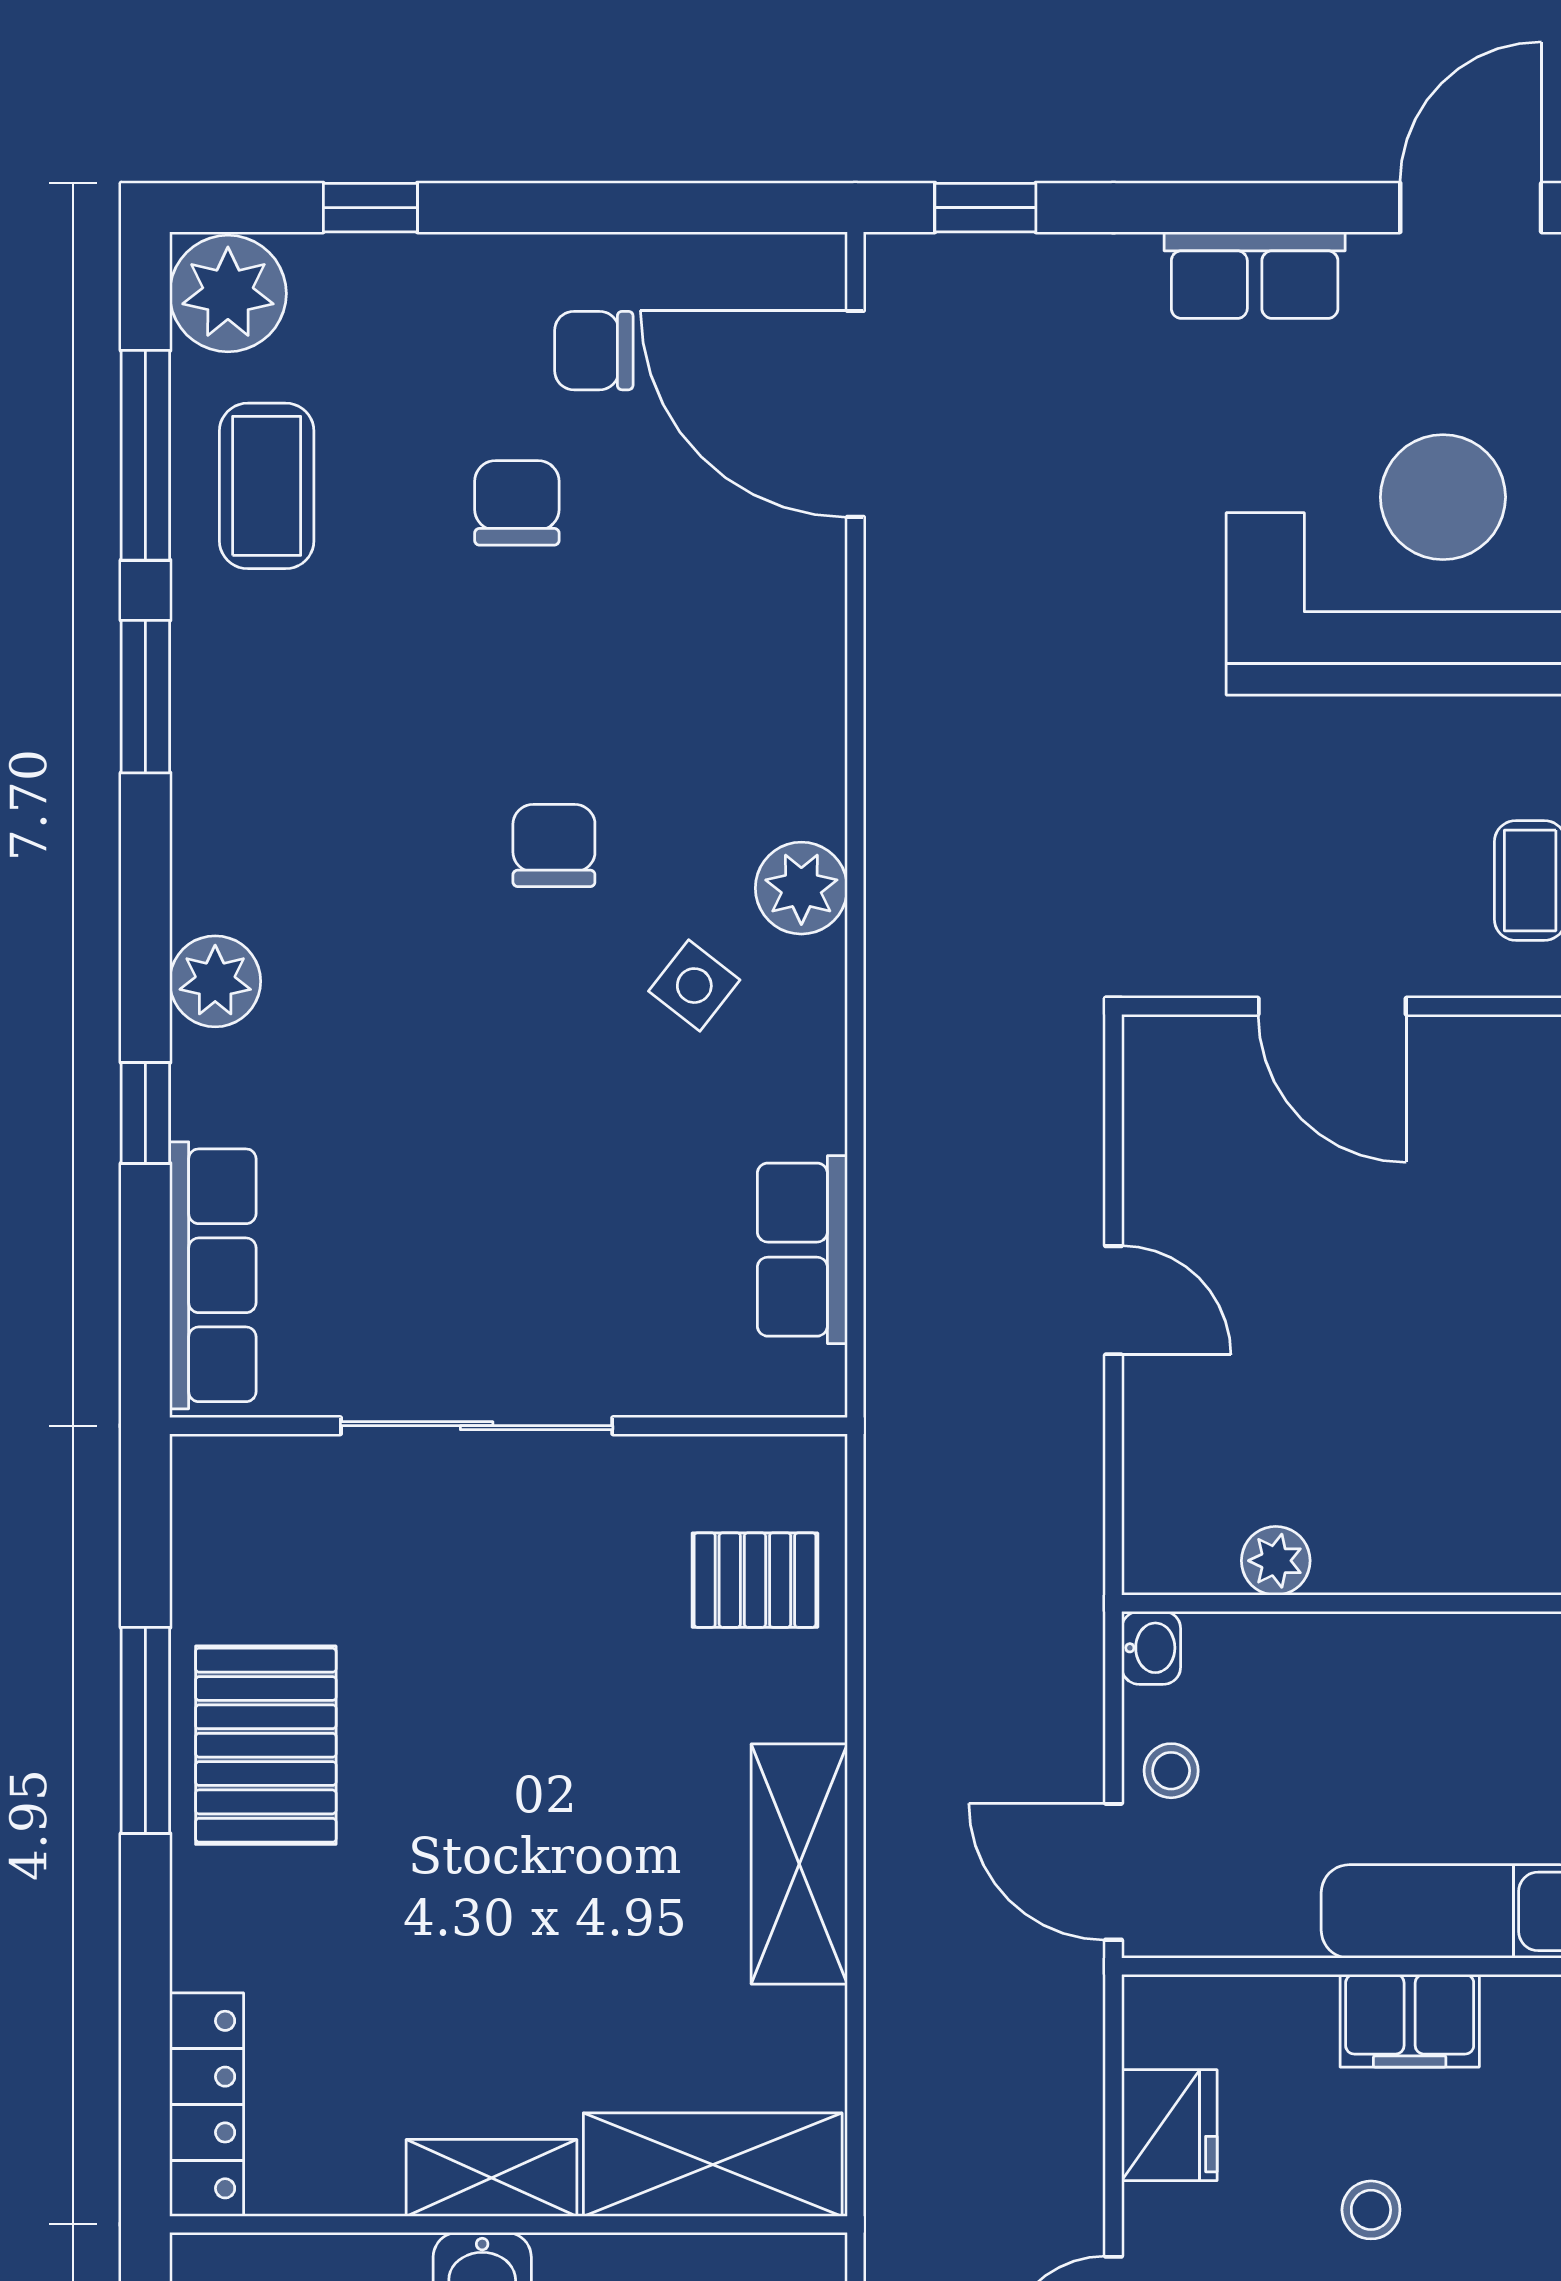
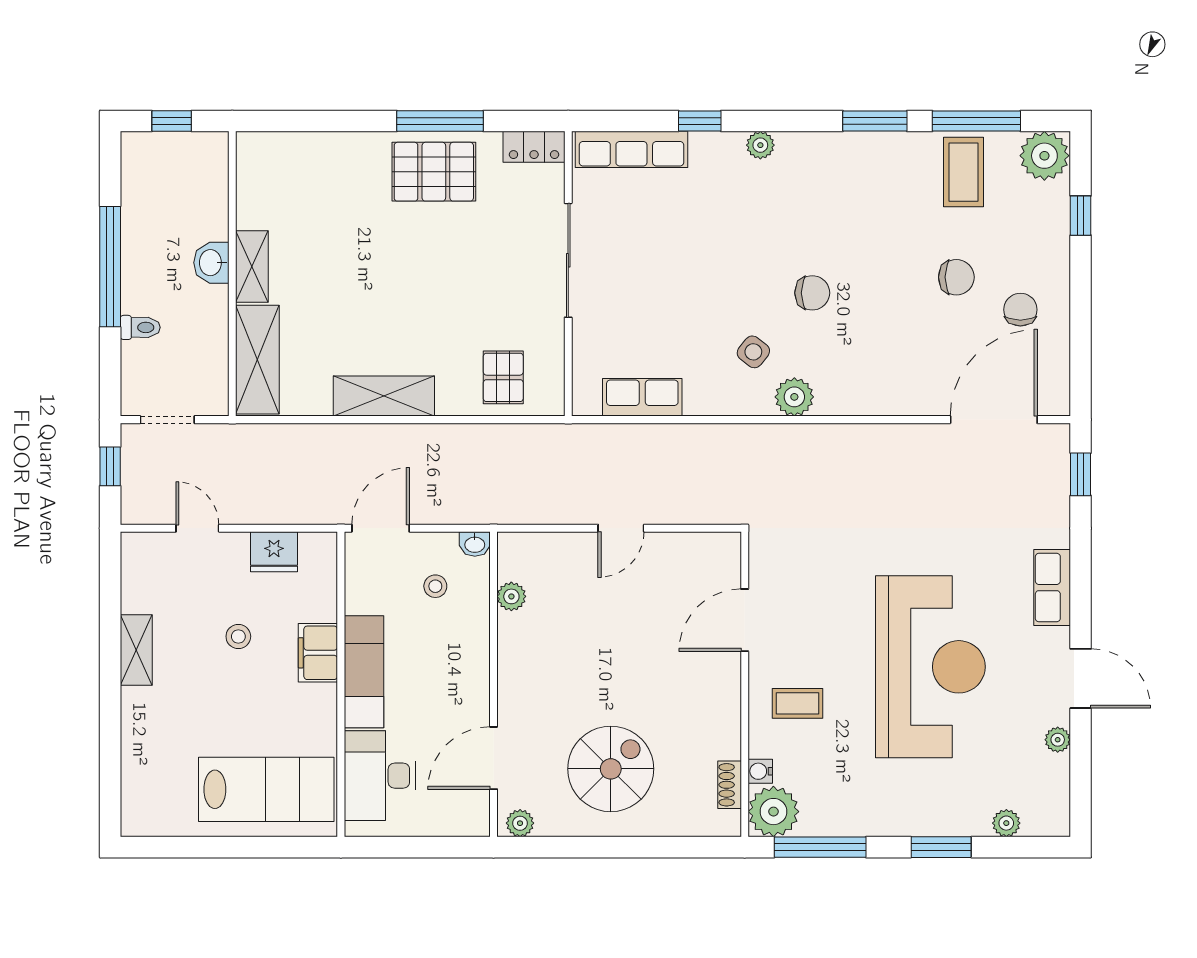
coffee table: (267, 486) -> (963, 172), turned 90
plant: (215, 981) -> (760, 145), width x0.73, depth x0.73
stool: (1171, 1771) -> (435, 586), moved
locker: (207, 2105) -> (534, 147), moved, width x0.66

